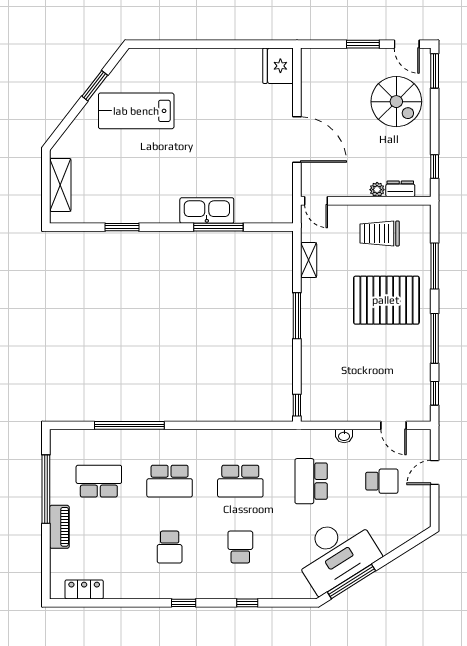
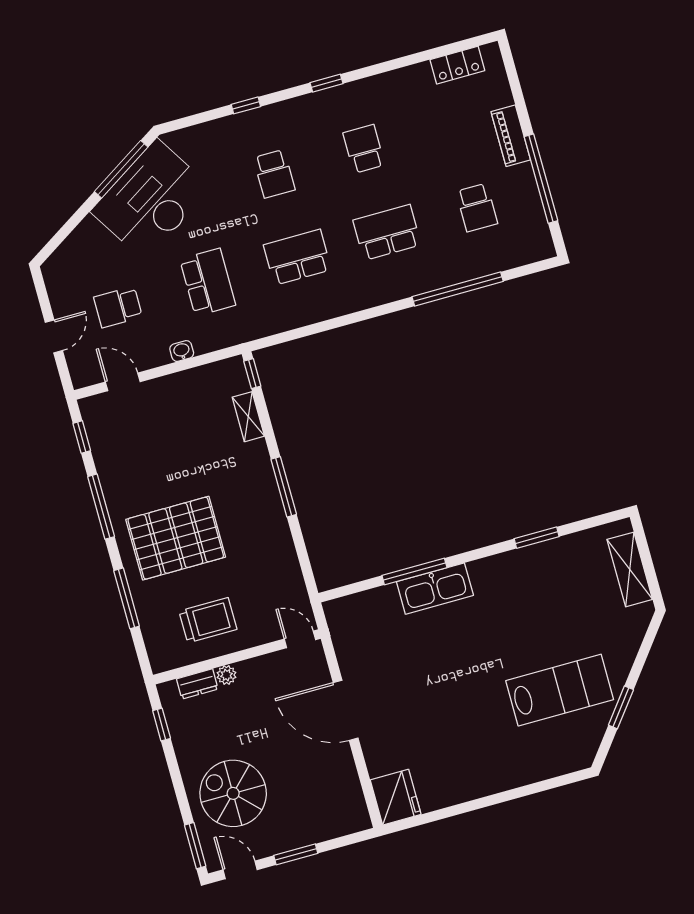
shelving: (309, 260) -> (248, 417), moved
school desk: (99, 481) -> (477, 208), width x0.54

